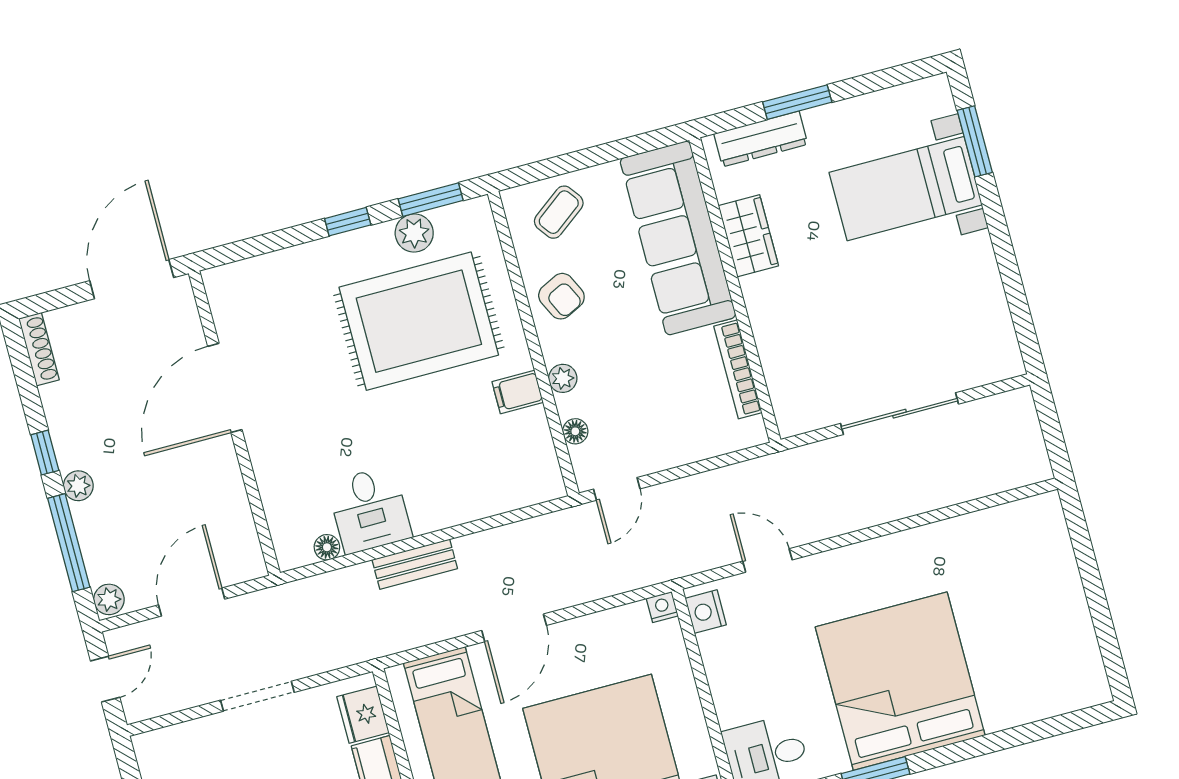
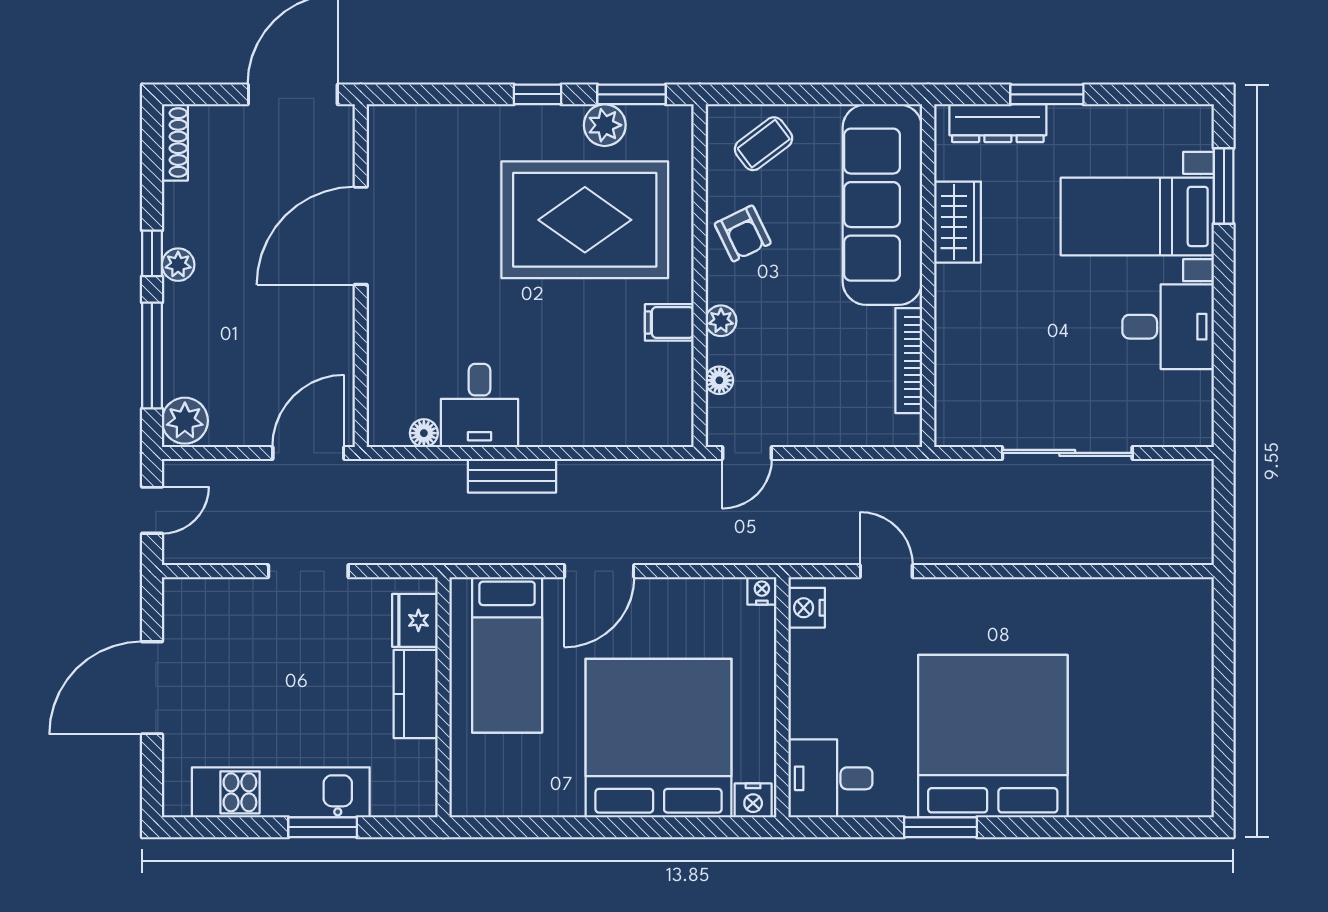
desk: (959, 279) -> (1168, 327), added
plant: (78, 486) -> (178, 265), moved
plant: (109, 599) -> (185, 421), width x1.38, depth x1.38
door: (192, 602) -> (308, 453), moved

